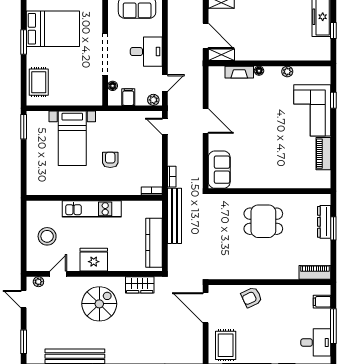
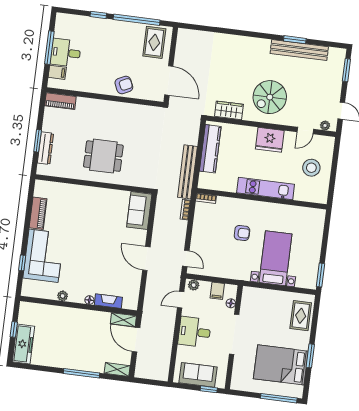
armchair: (110, 160) -> (242, 233), turned -90
desk: (316, 342) -> (66, 53), moved

